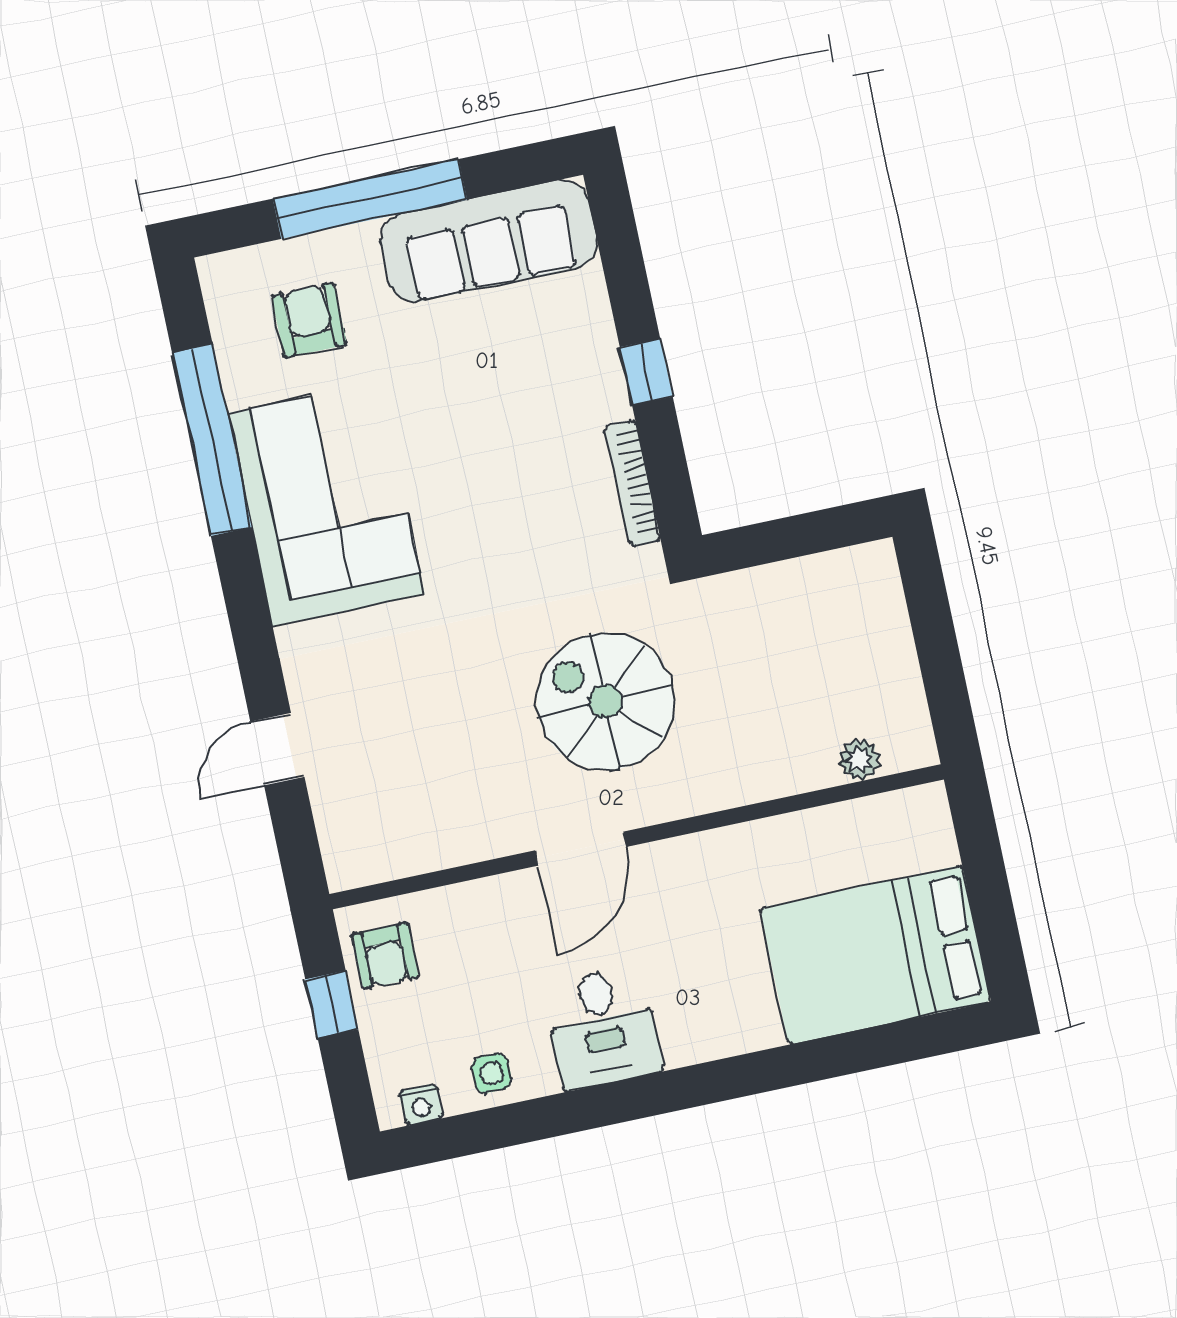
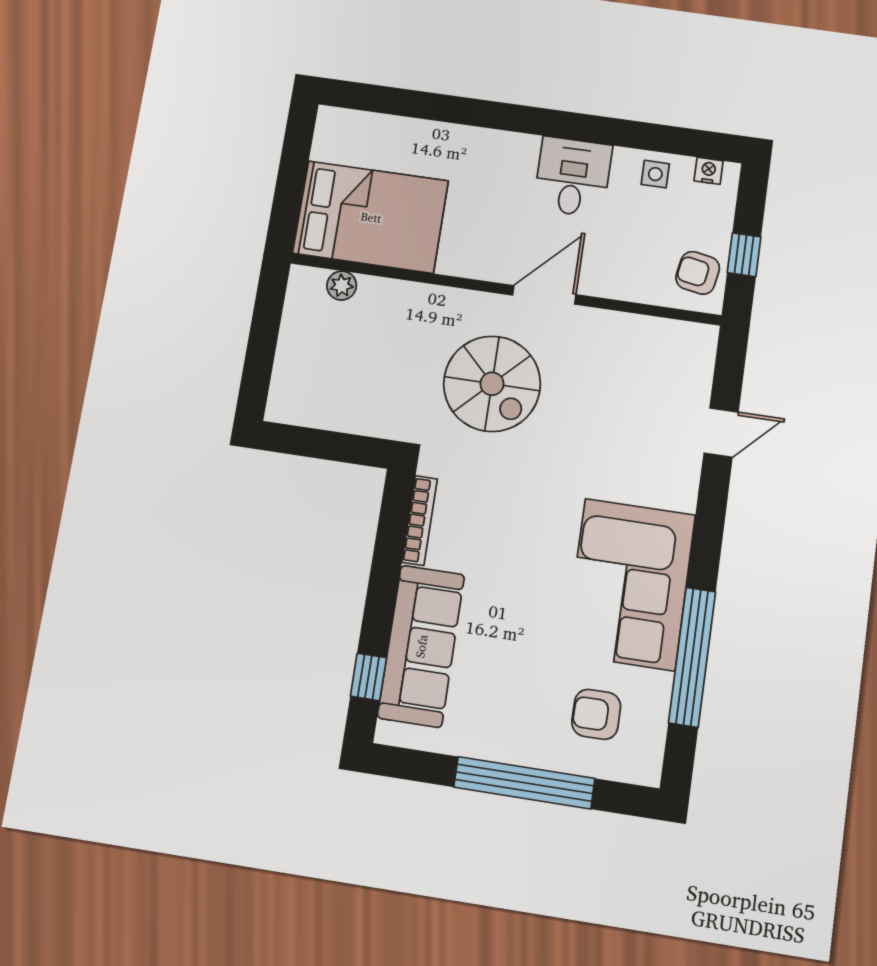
sofa: (489, 241) -> (421, 646), moved, turned 90
armchair: (309, 320) -> (596, 714), turned 90
window: (646, 372) -> (368, 677), moved
bed: (875, 955) -> (371, 217), moved
armchair: (385, 956) -> (698, 273), turned -80

